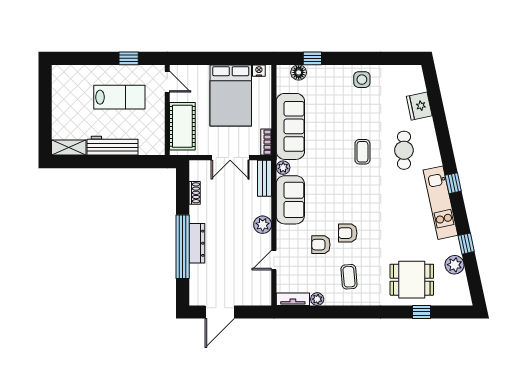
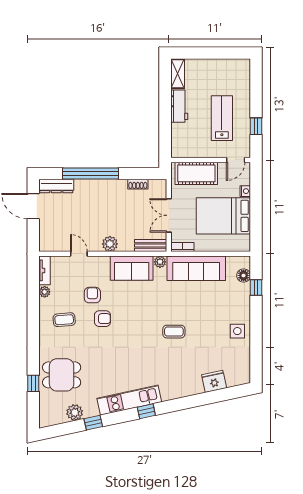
nightstand: (259, 71) -> (245, 191), moved
lab bench: (119, 97) -> (222, 118), turned 180
workbench: (113, 146) -> (179, 106), width x0.73
cafe table: (404, 150) -> (175, 368), removed
armchair: (348, 233) -> (102, 319), turned 90
dresser: (197, 243) -> (56, 186), moved
dining table: (412, 280) -> (62, 375), turned 90

